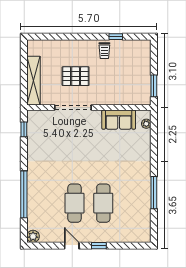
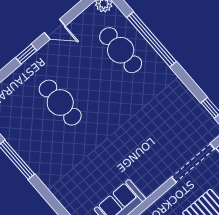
doorway: (73, 108) -> (193, 163), moved
cafe table: (75, 203) -> (121, 50), moved

